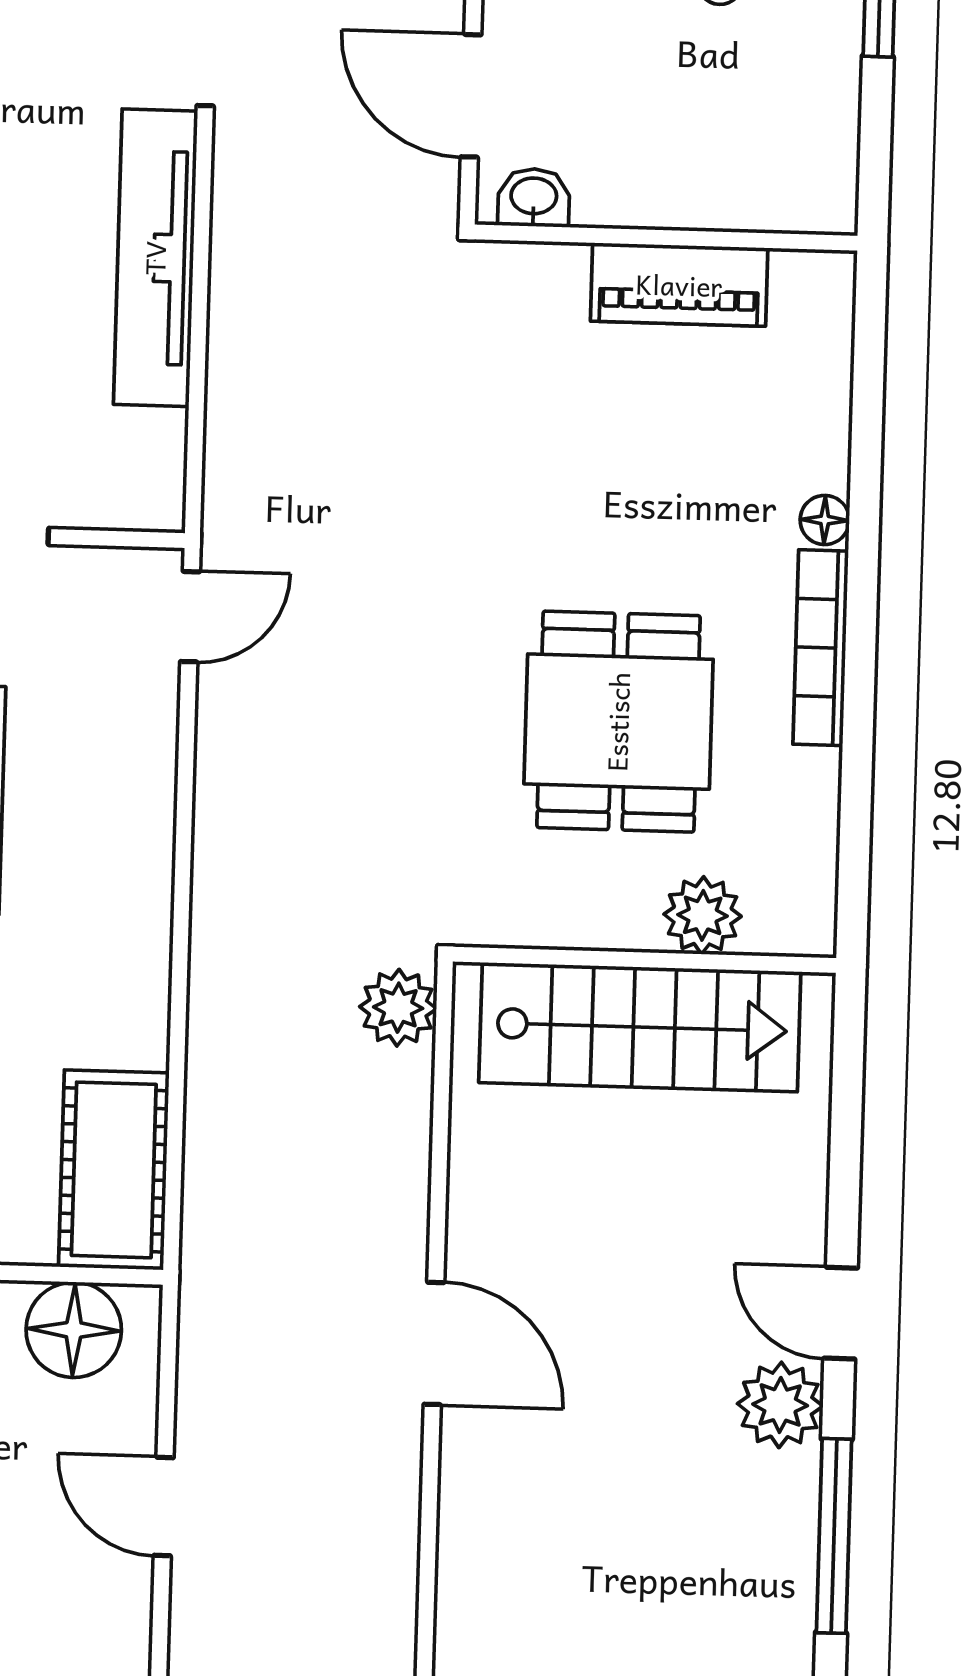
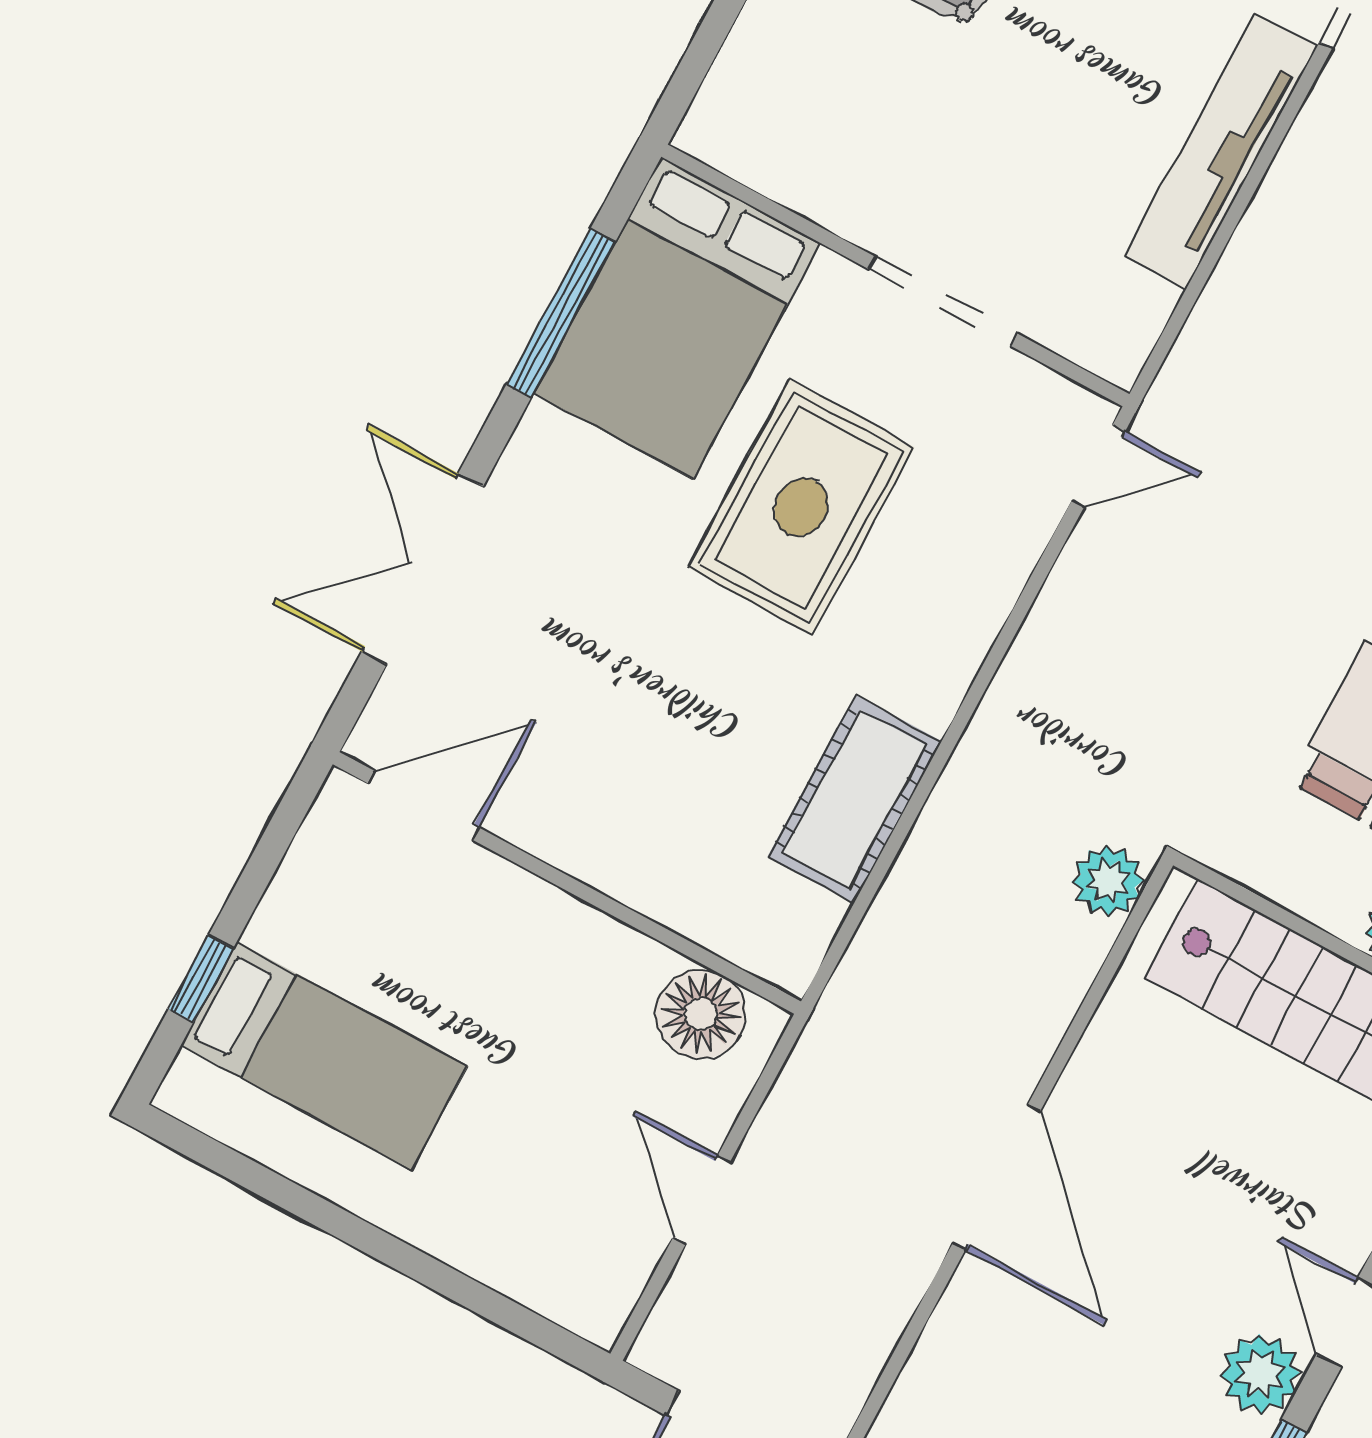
cot: (114, 1170) -> (855, 799), moved
door: (434, 1343) -> (997, 1177), width x1.36

